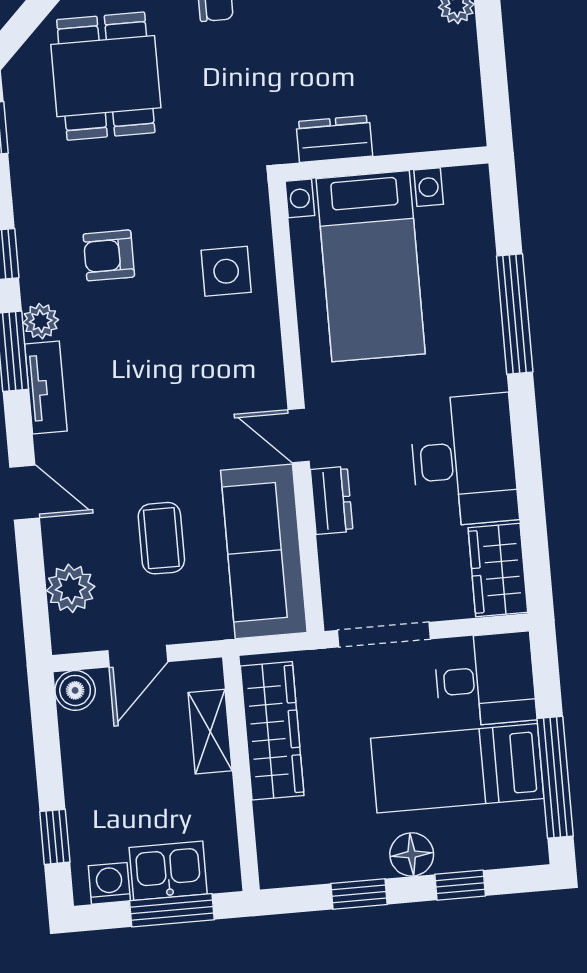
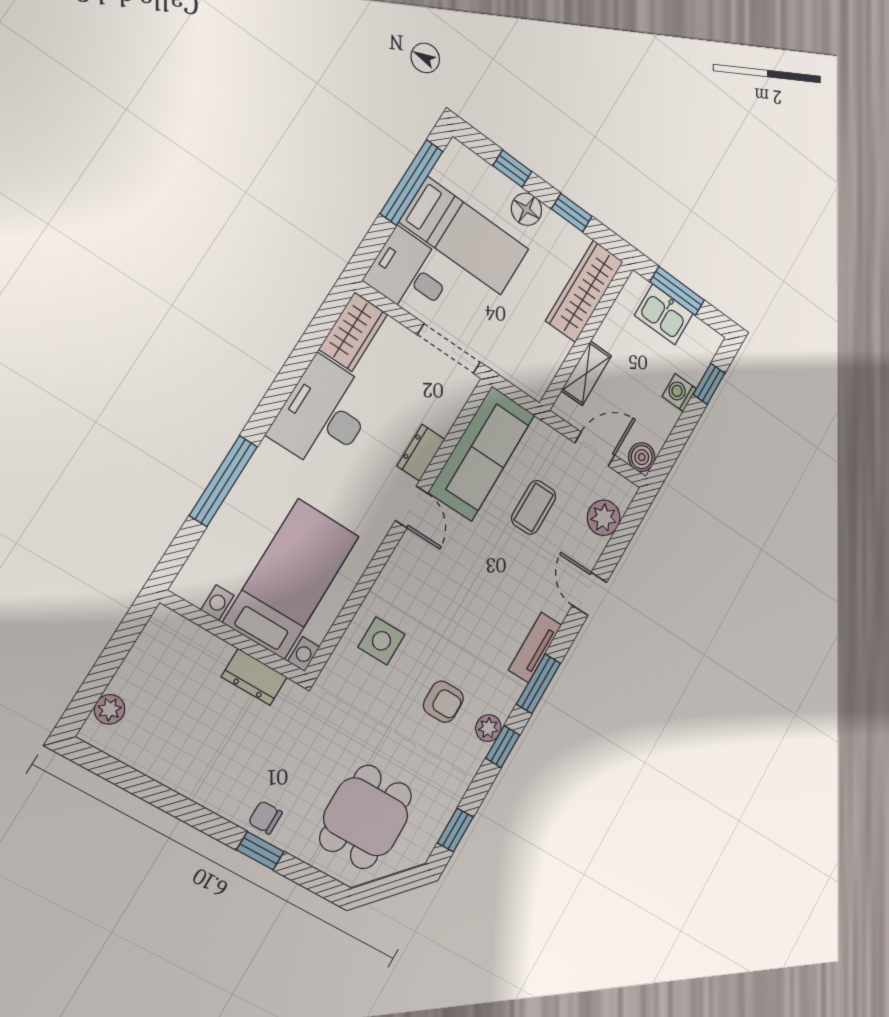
plant: (41, 321) -> (488, 728), moved
wardrobe: (272, 731) -> (585, 291), moved
washing machine: (109, 883) -> (679, 392), moved, turned 90

